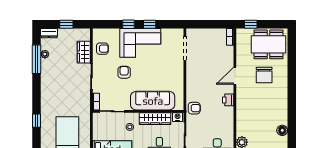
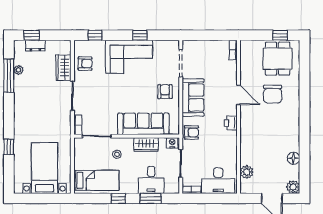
window: (66, 24) -> (31, 35), moved
window: (128, 24) -> (95, 35), moved
window: (251, 24) -> (280, 35), moved
dresser: (49, 33) -> (35, 45), moved
dining table: (269, 44) -> (278, 59), width x0.73
armchair: (124, 72) -> (165, 92), moved
door: (235, 76) -> (238, 95), swing flipped
sofa: (196, 78) -> (193, 97), added
wardrobe: (155, 119) -> (146, 145), width x0.67

